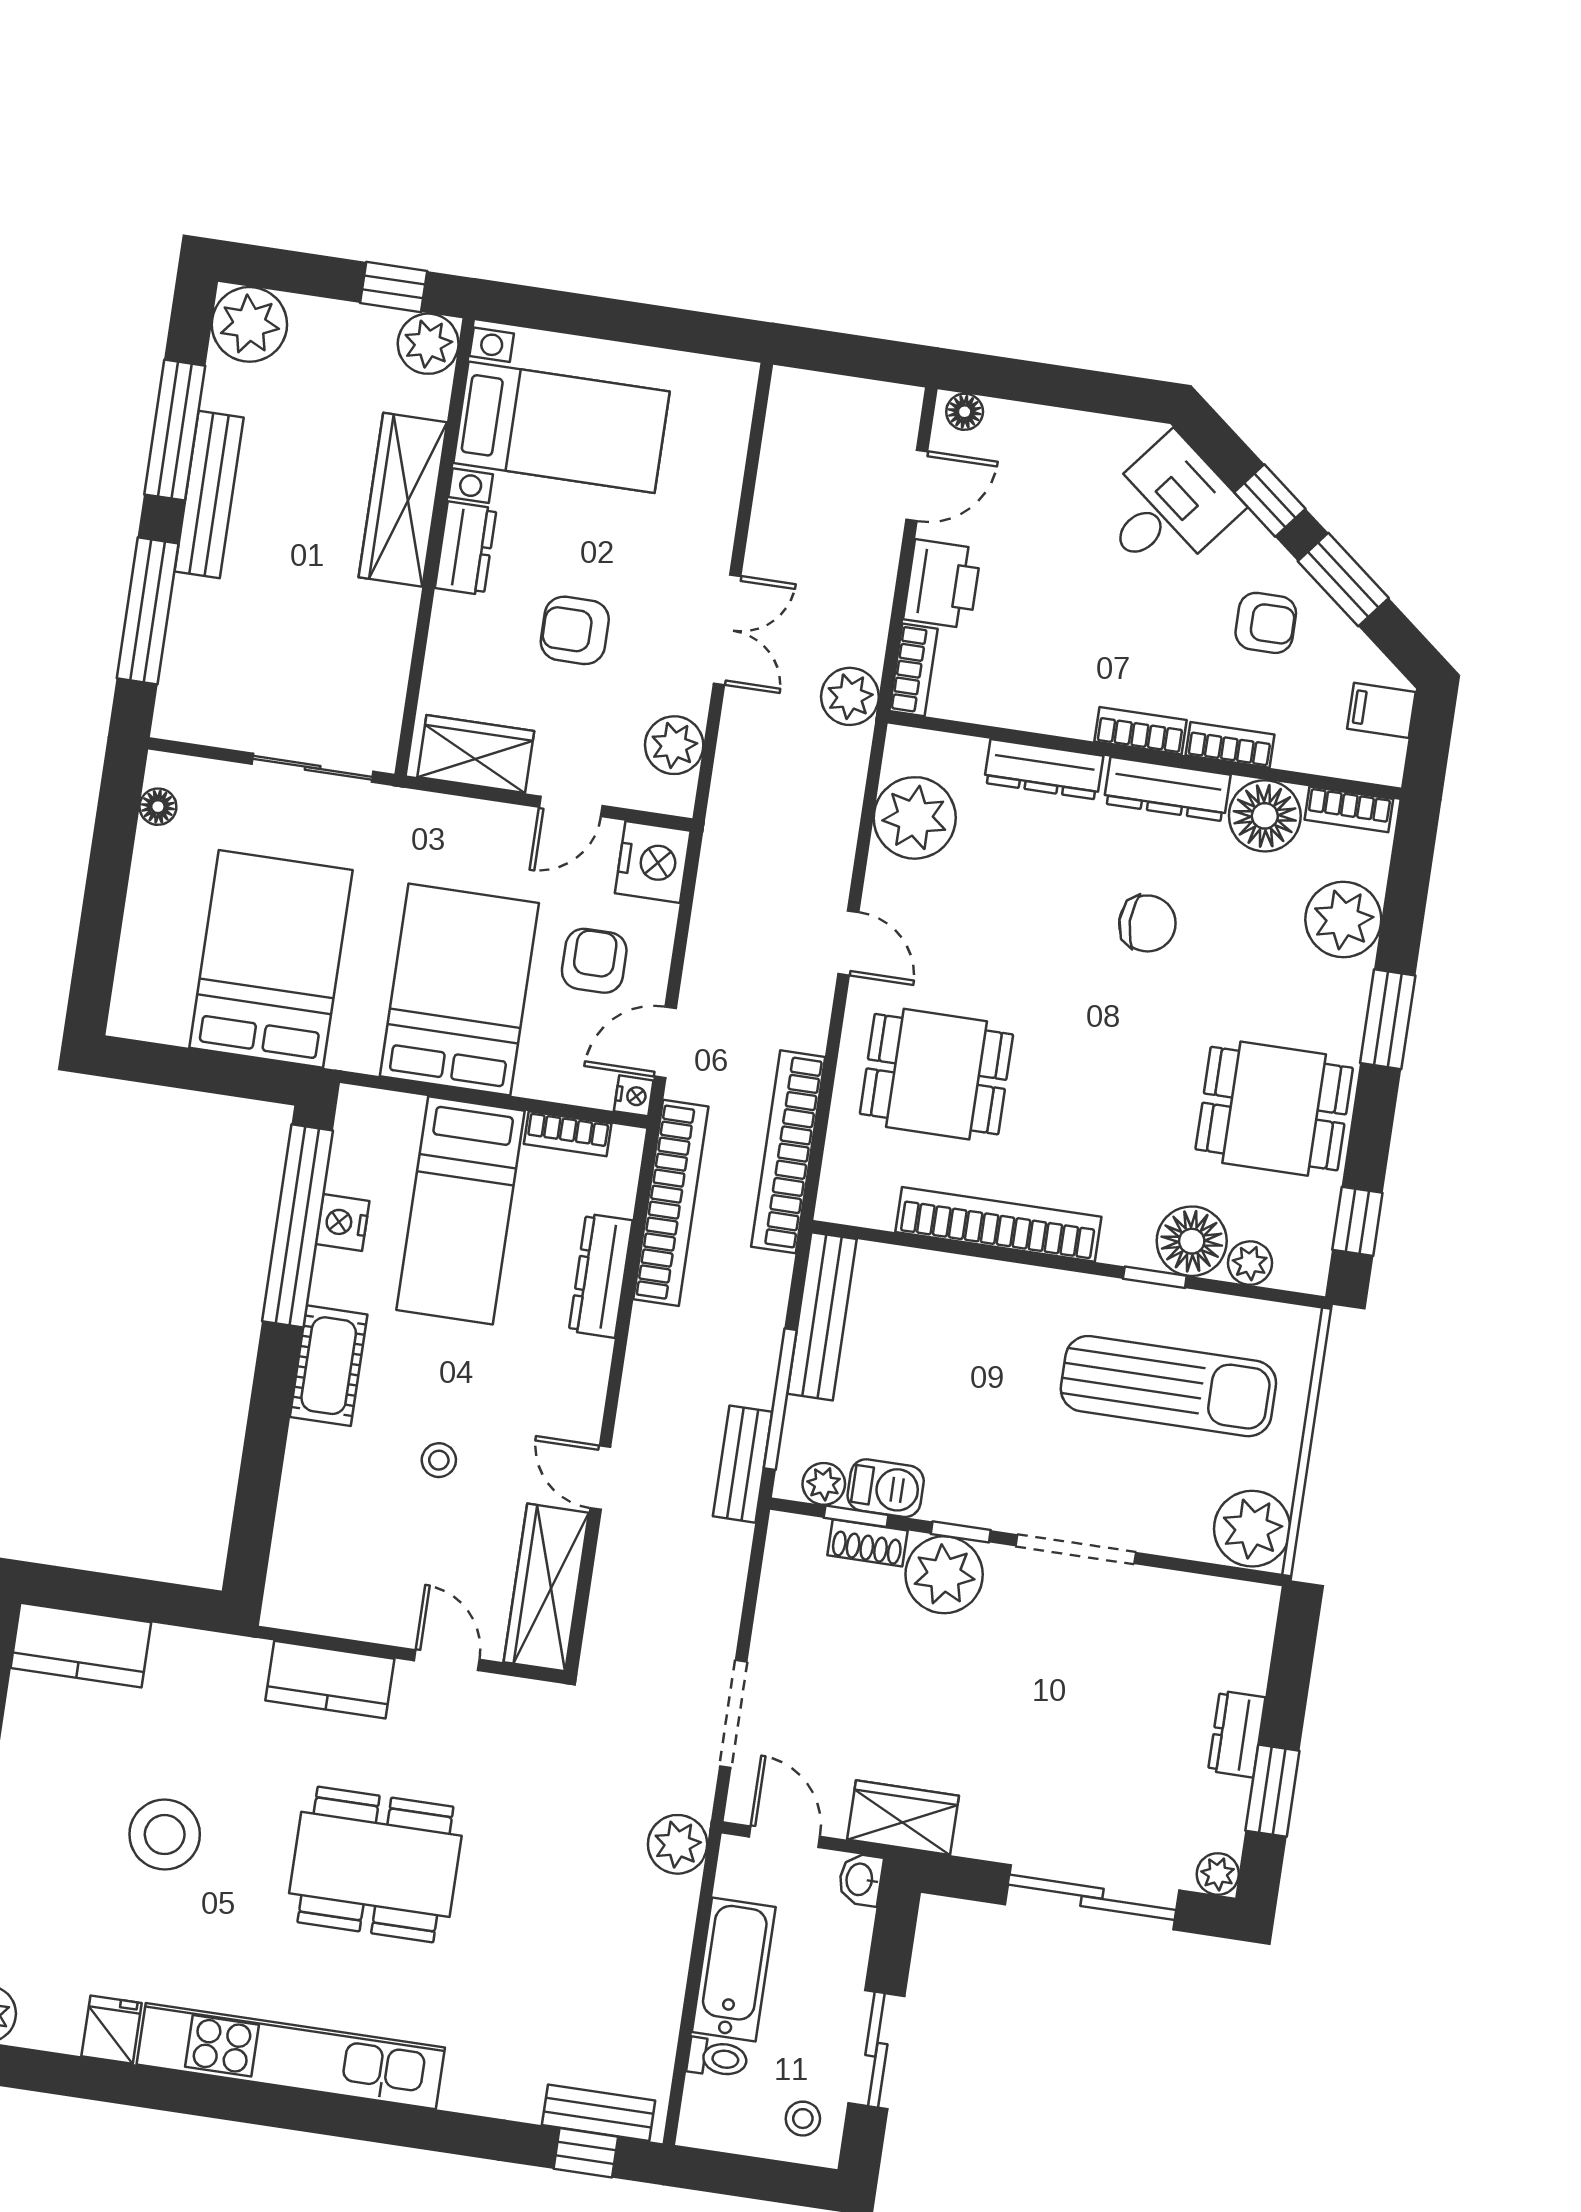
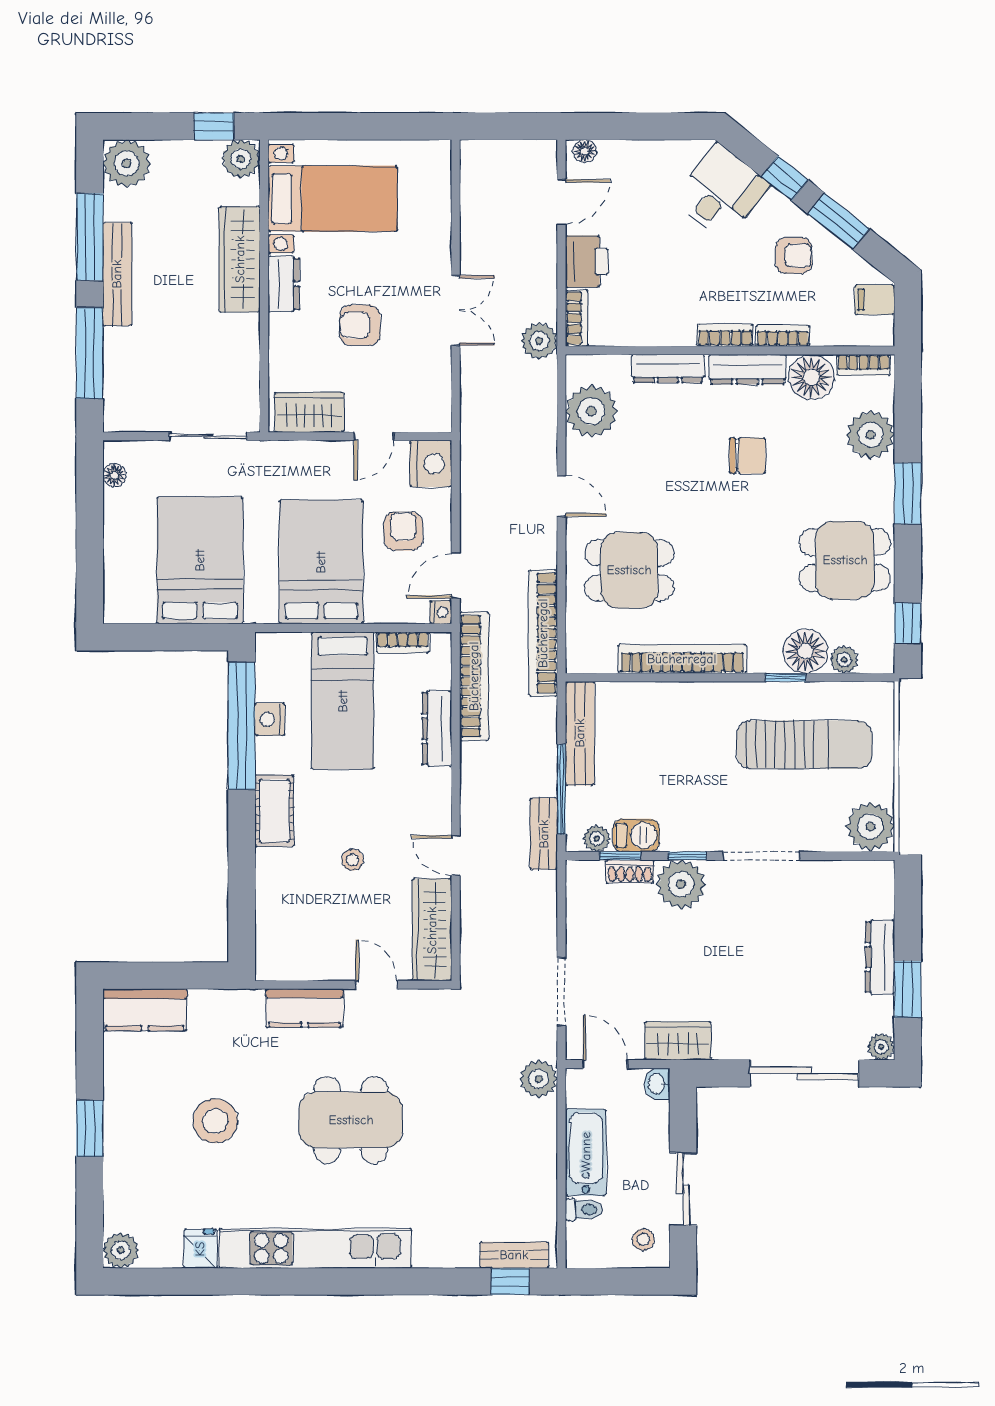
plant: (674, 745) -> (433, 388), removed
dresser: (1237, 1734) -> (880, 957), width x1.44

